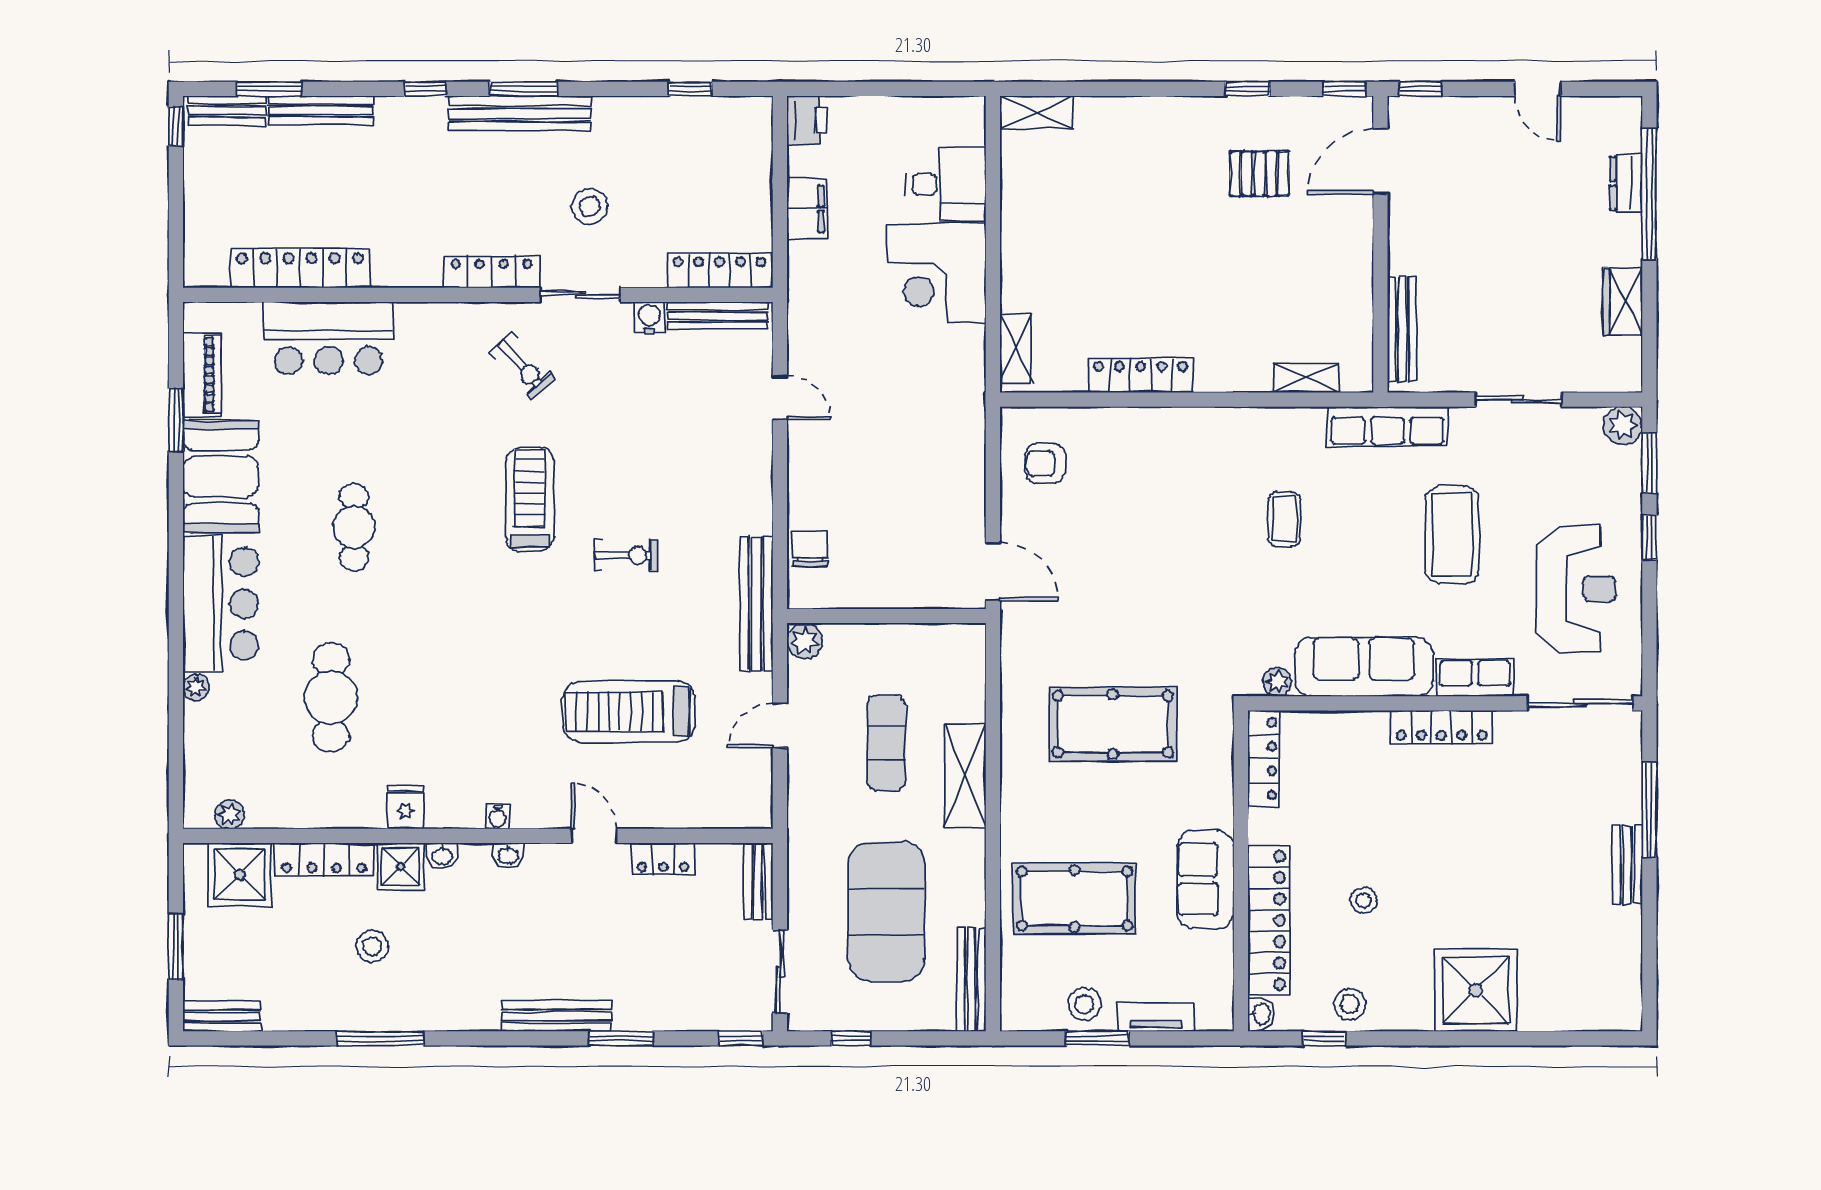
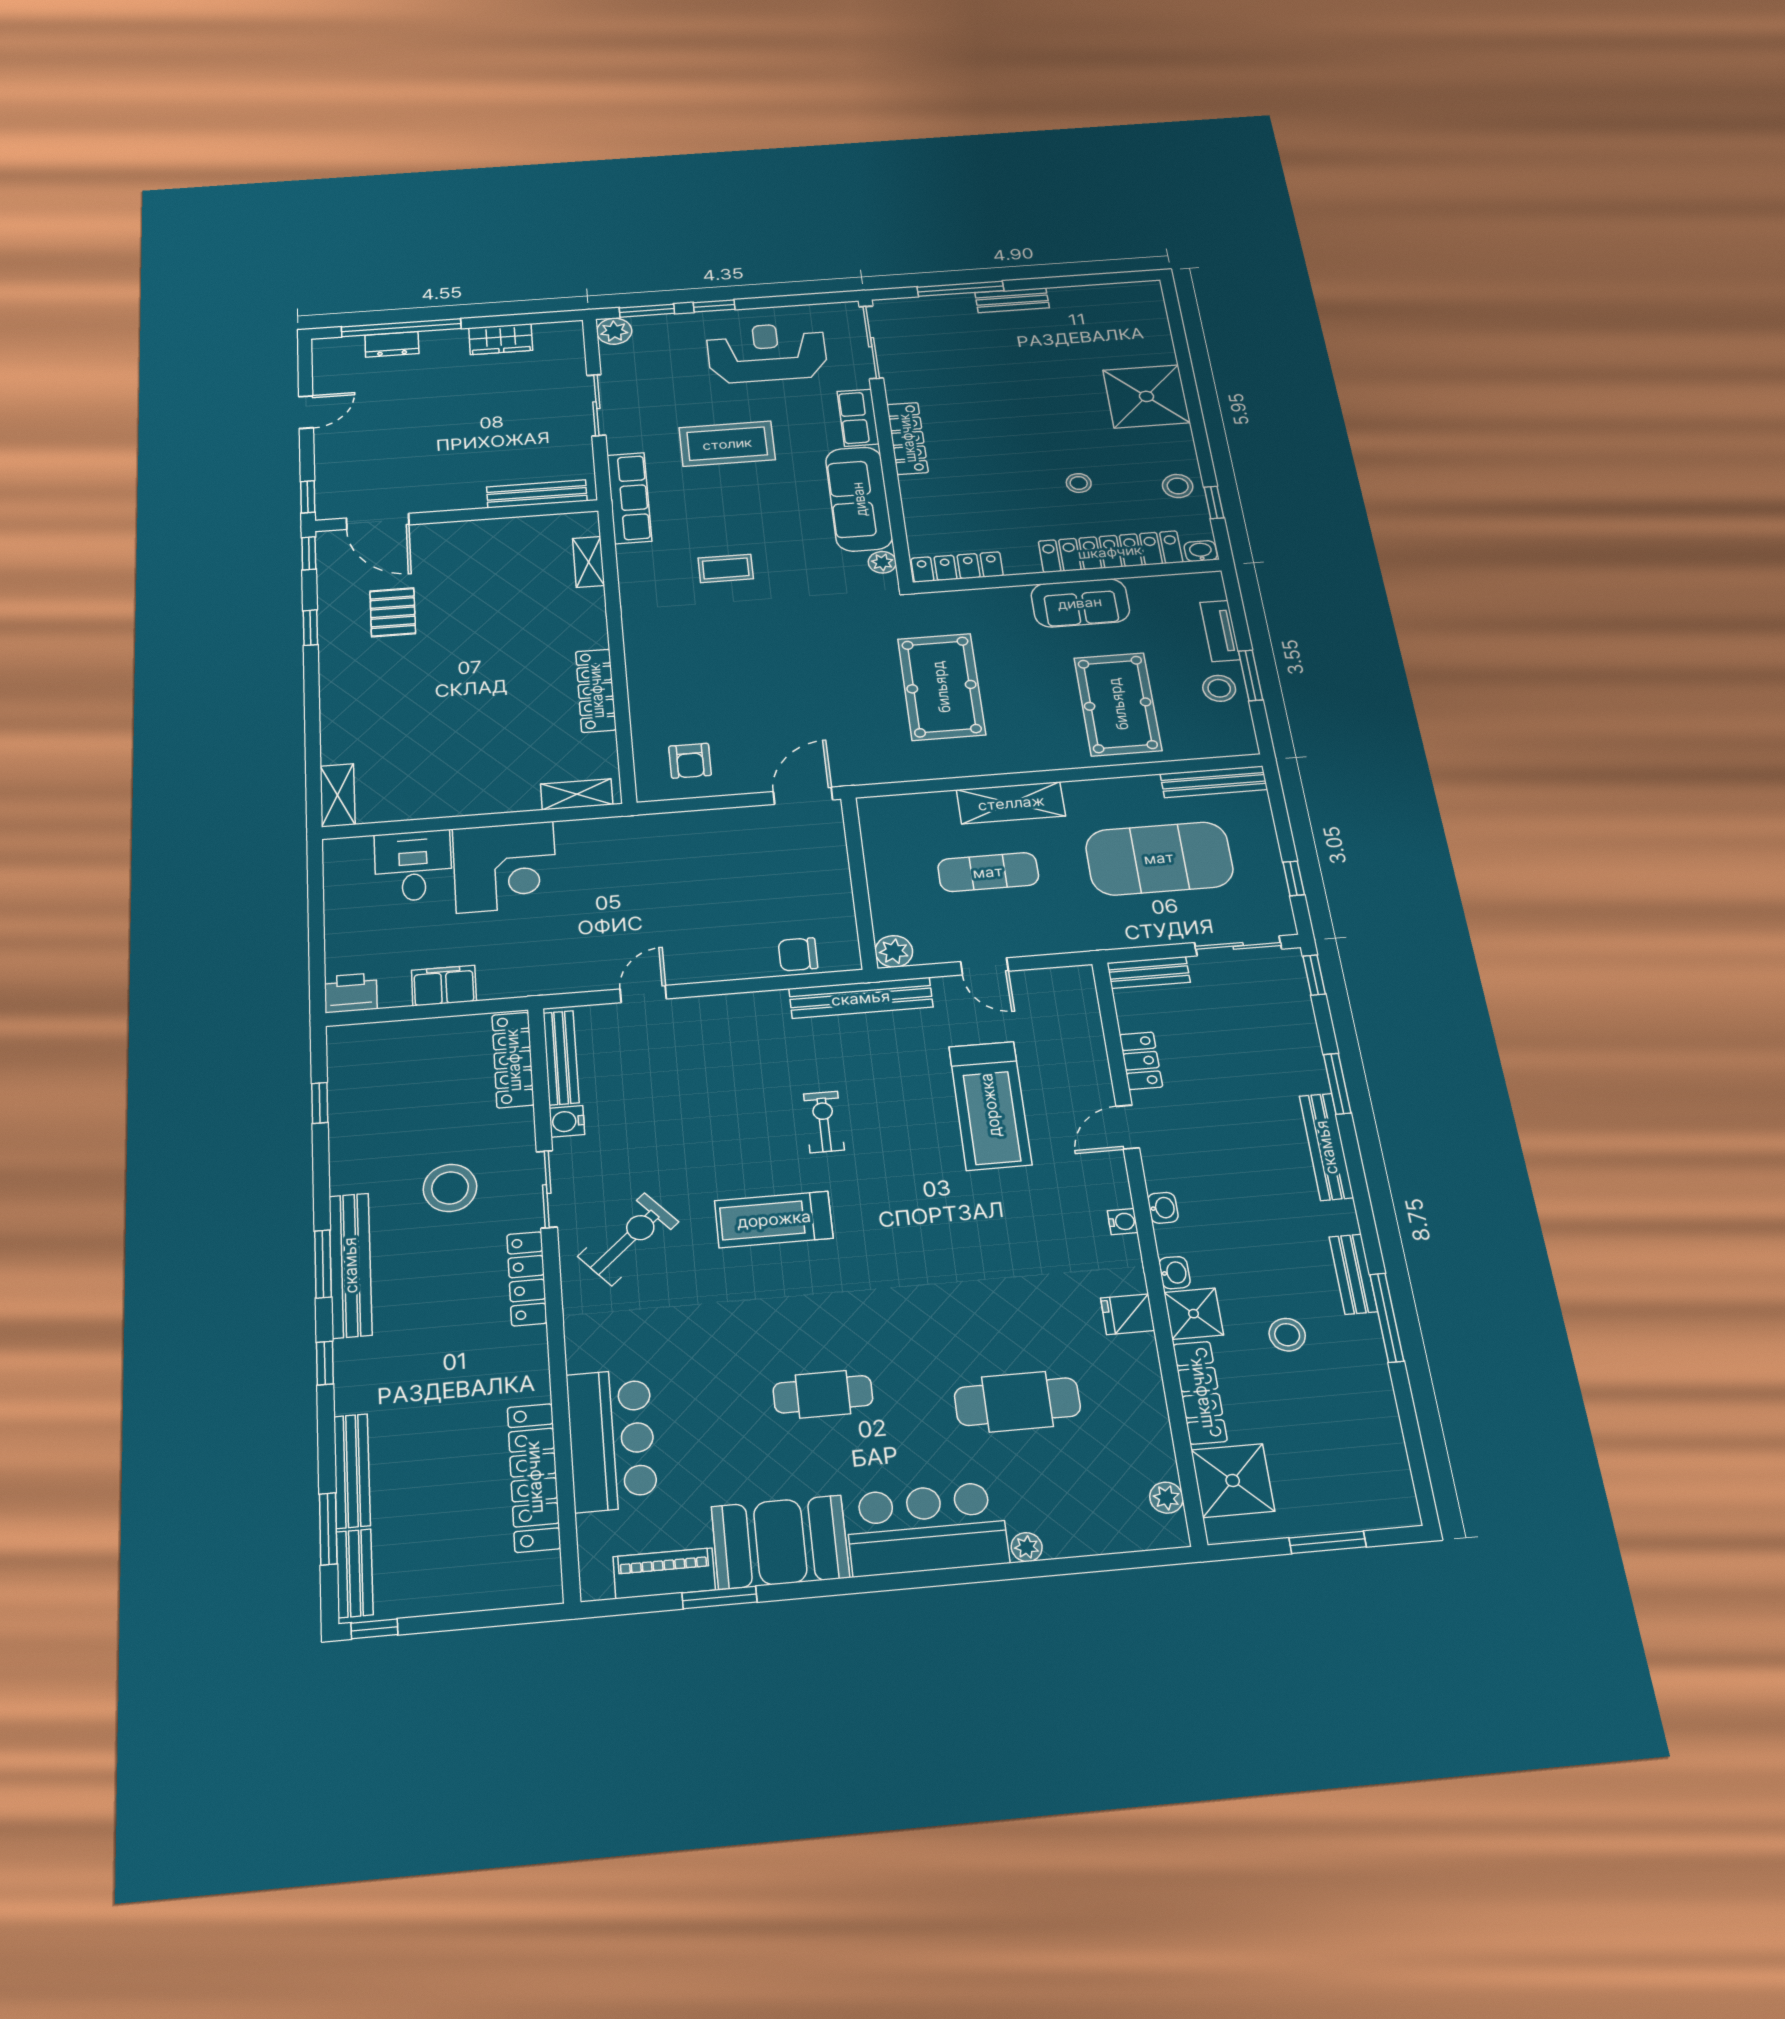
stool: (590, 206) -> (450, 1188), width x1.38, depth x1.38
exercise bike: (522, 366) -> (628, 1239), width x1.38, depth x1.39
bench: (222, 1017) -> (1353, 1274), moved

